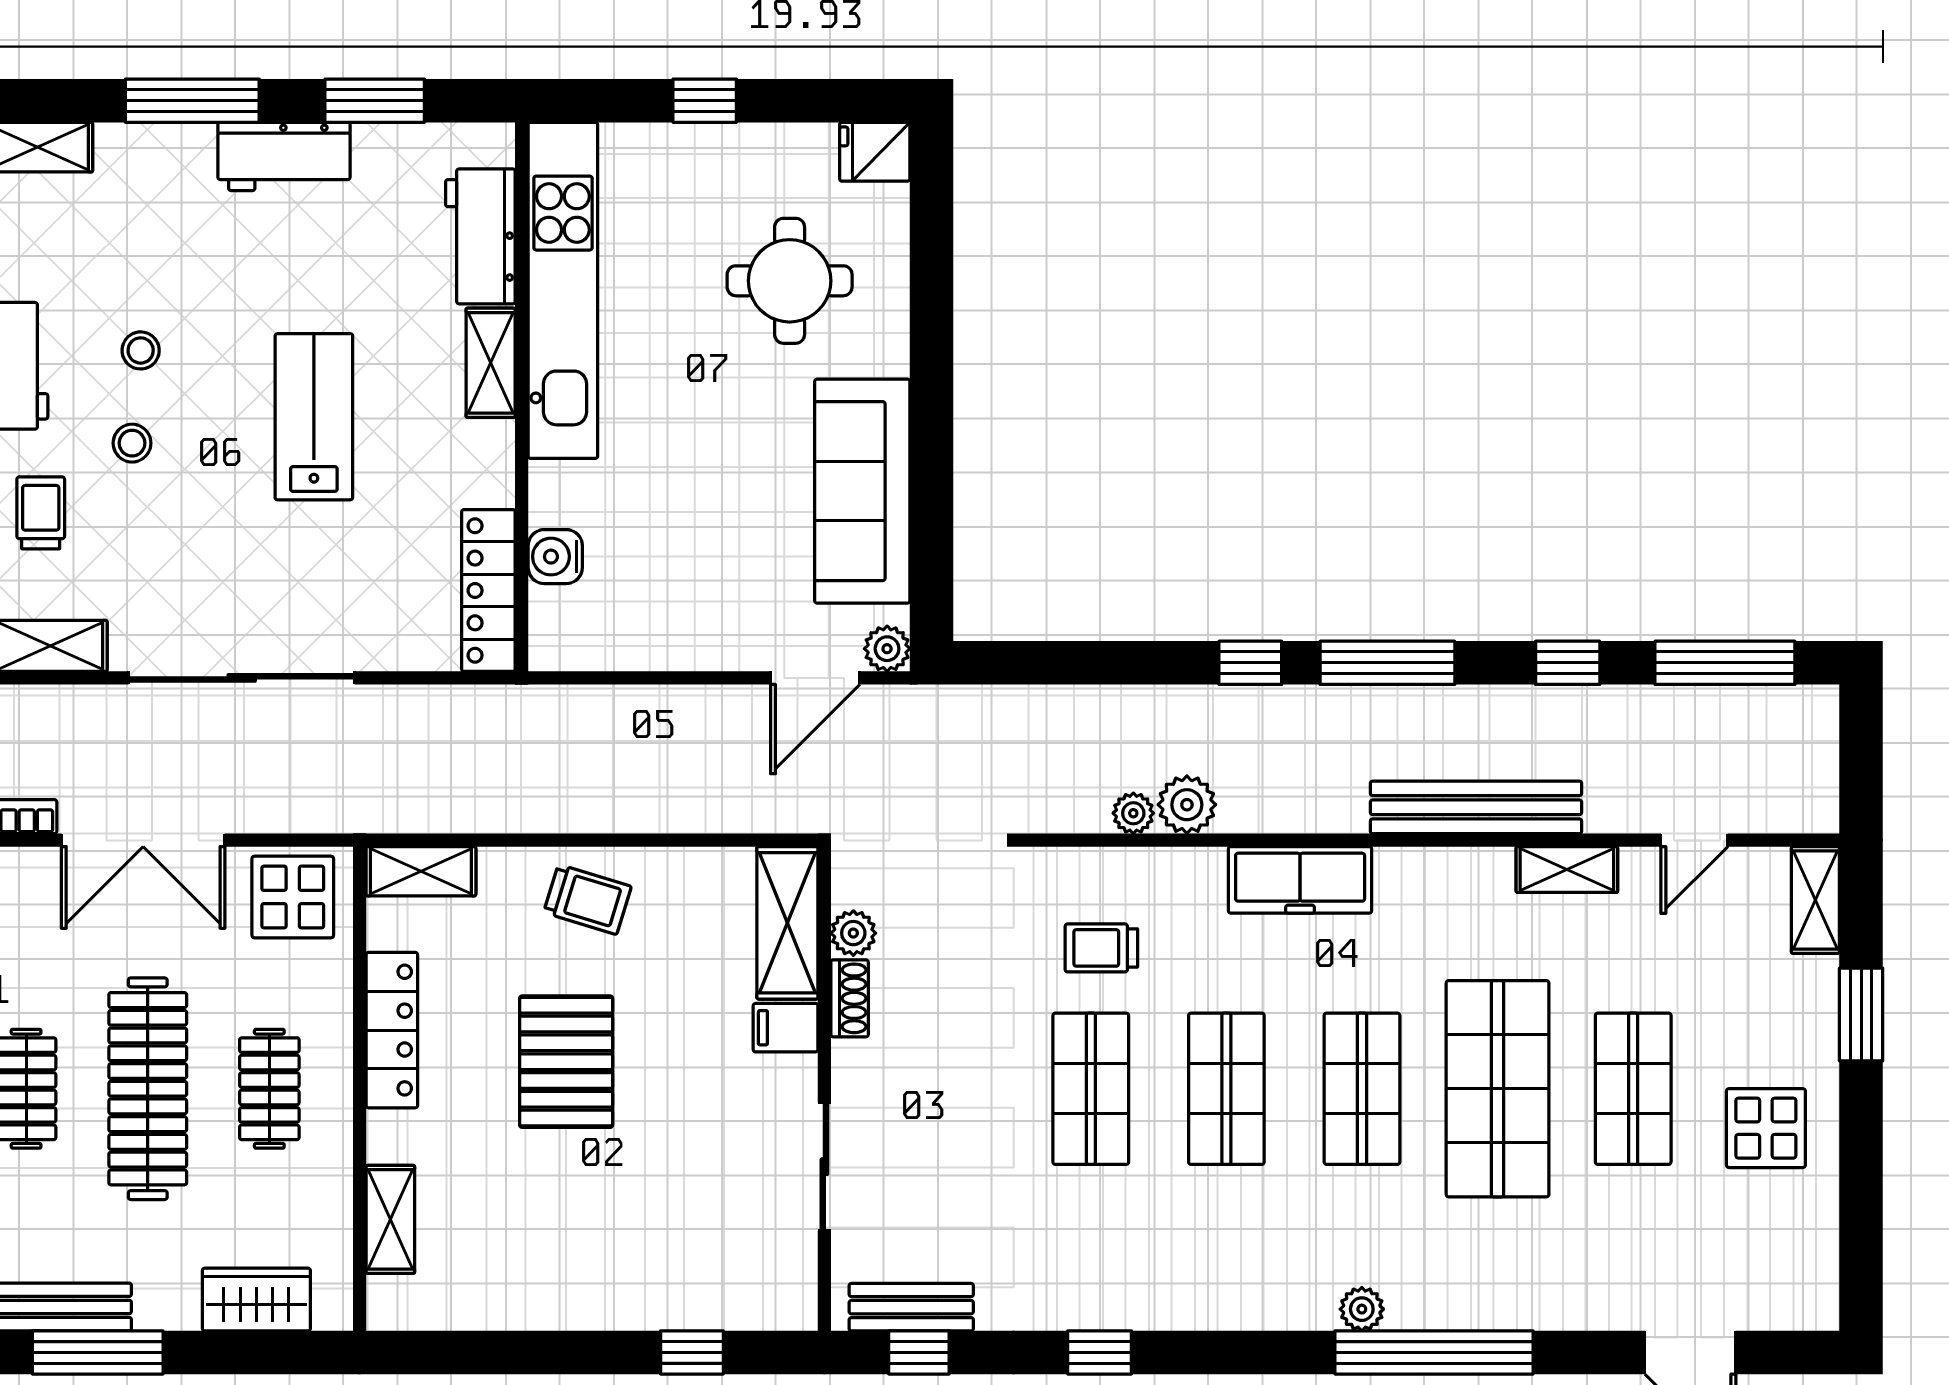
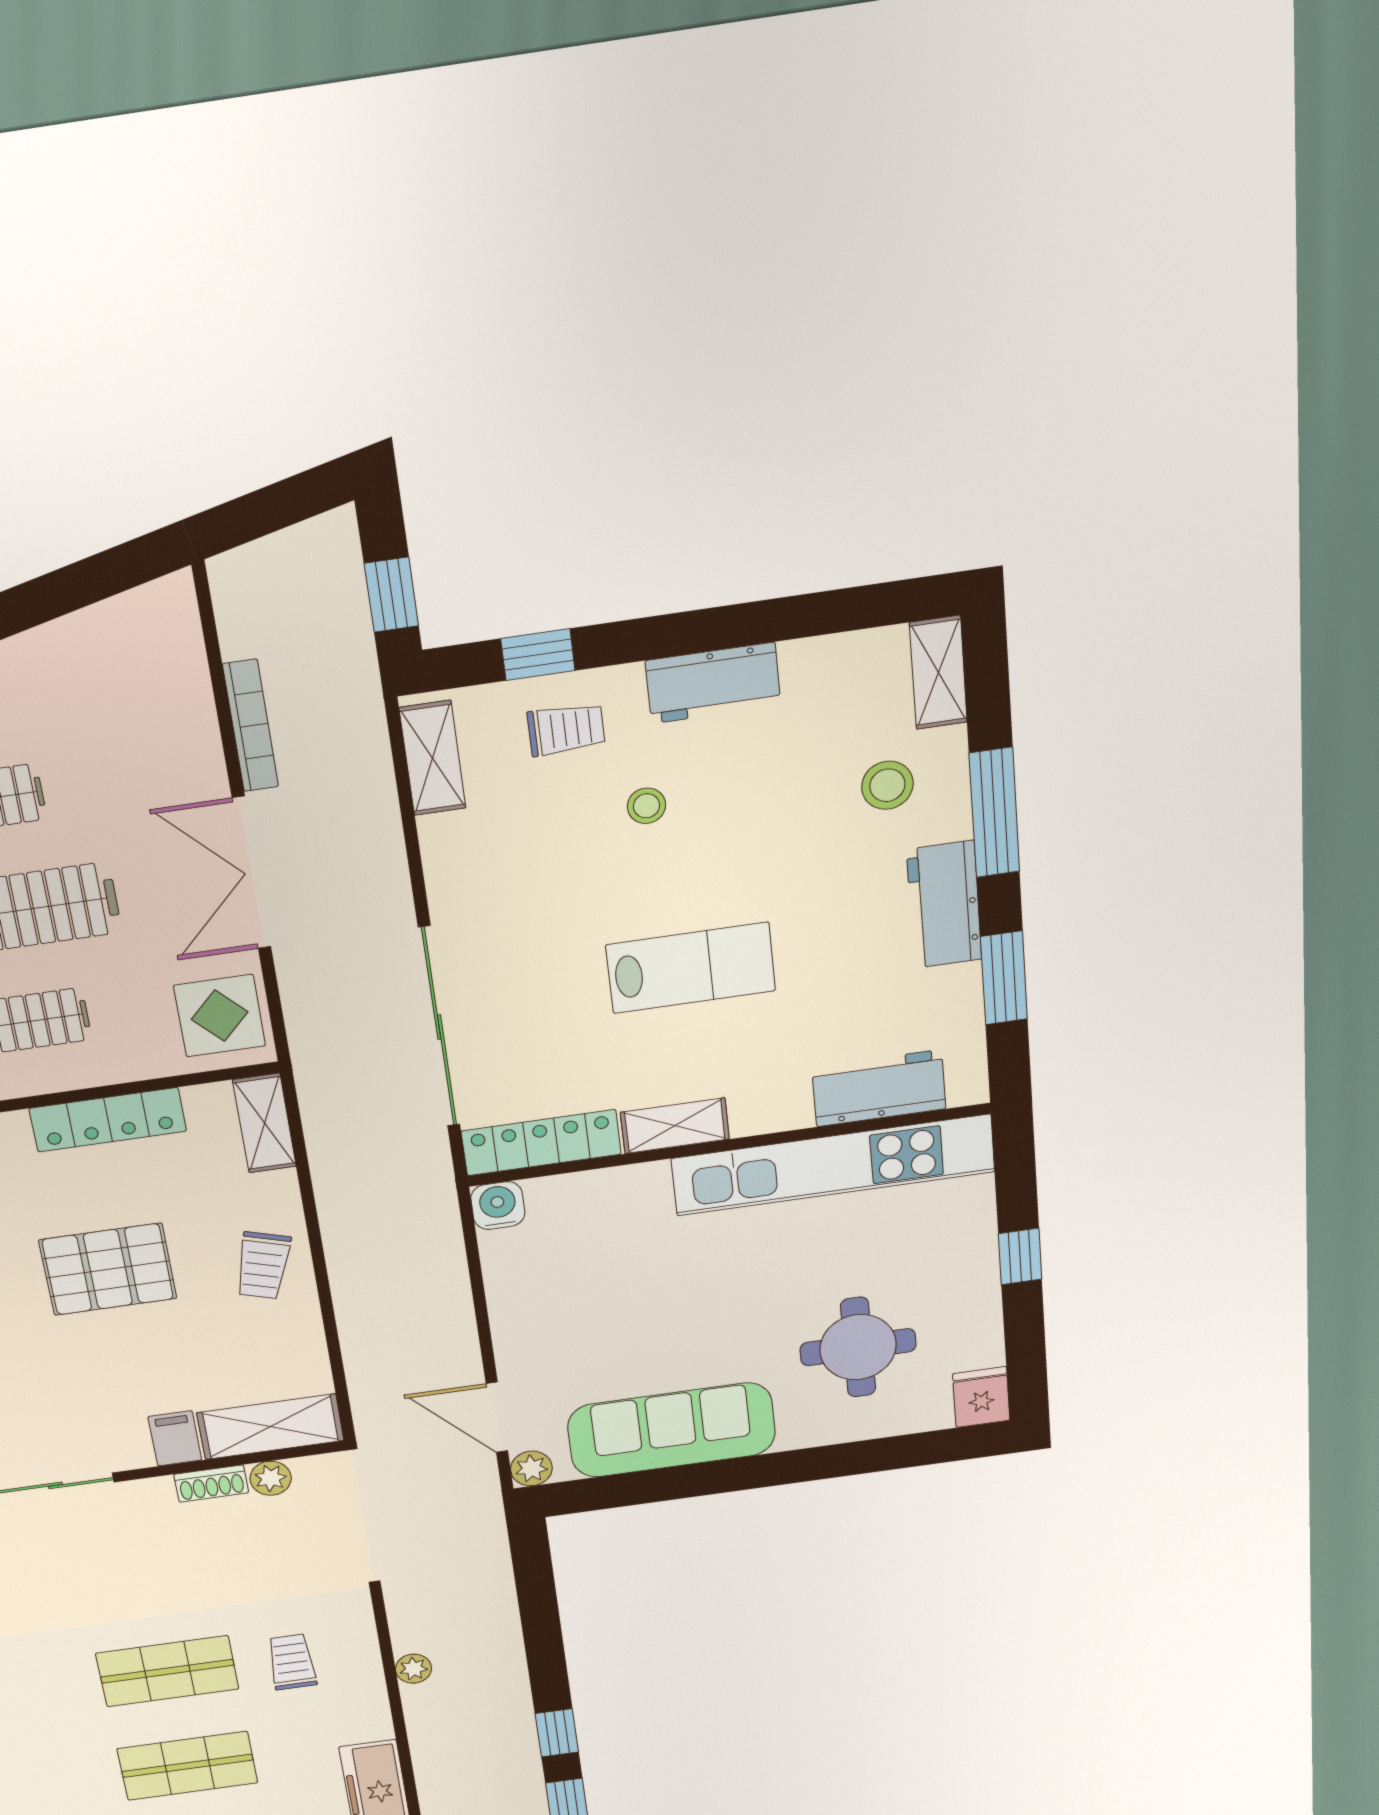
stool: (141, 350) -> (887, 785), moved, width x1.37, depth x1.37
shelving: (491, 363) -> (675, 1126), moved
water cooler: (555, 557) -> (498, 1206), moved
sliding door: (242, 678) -> (439, 1027), moved
plant: (1187, 805) -> (427, 1705), removed

